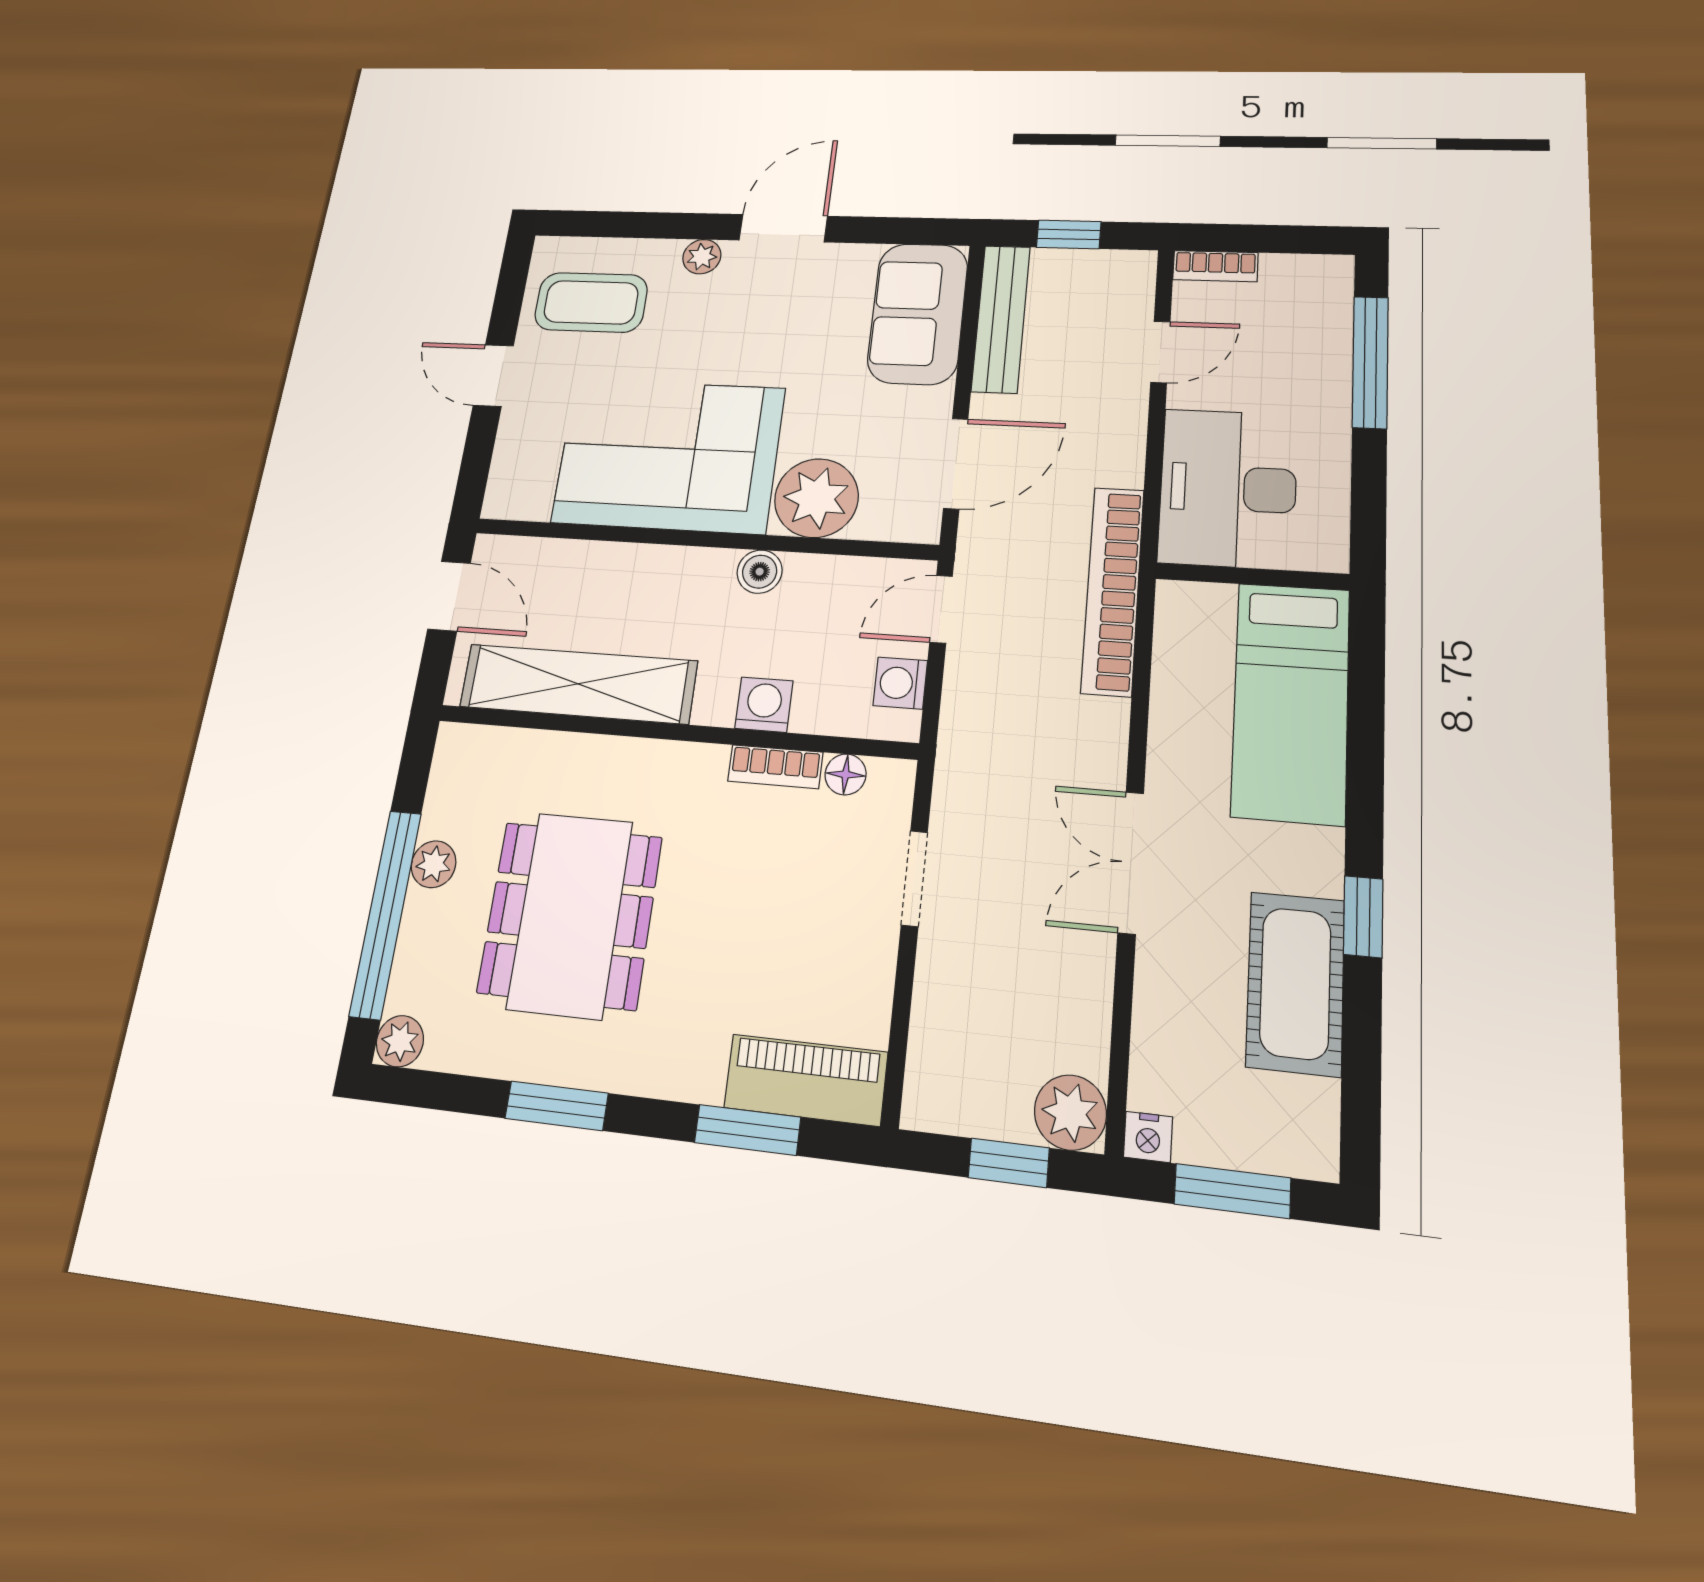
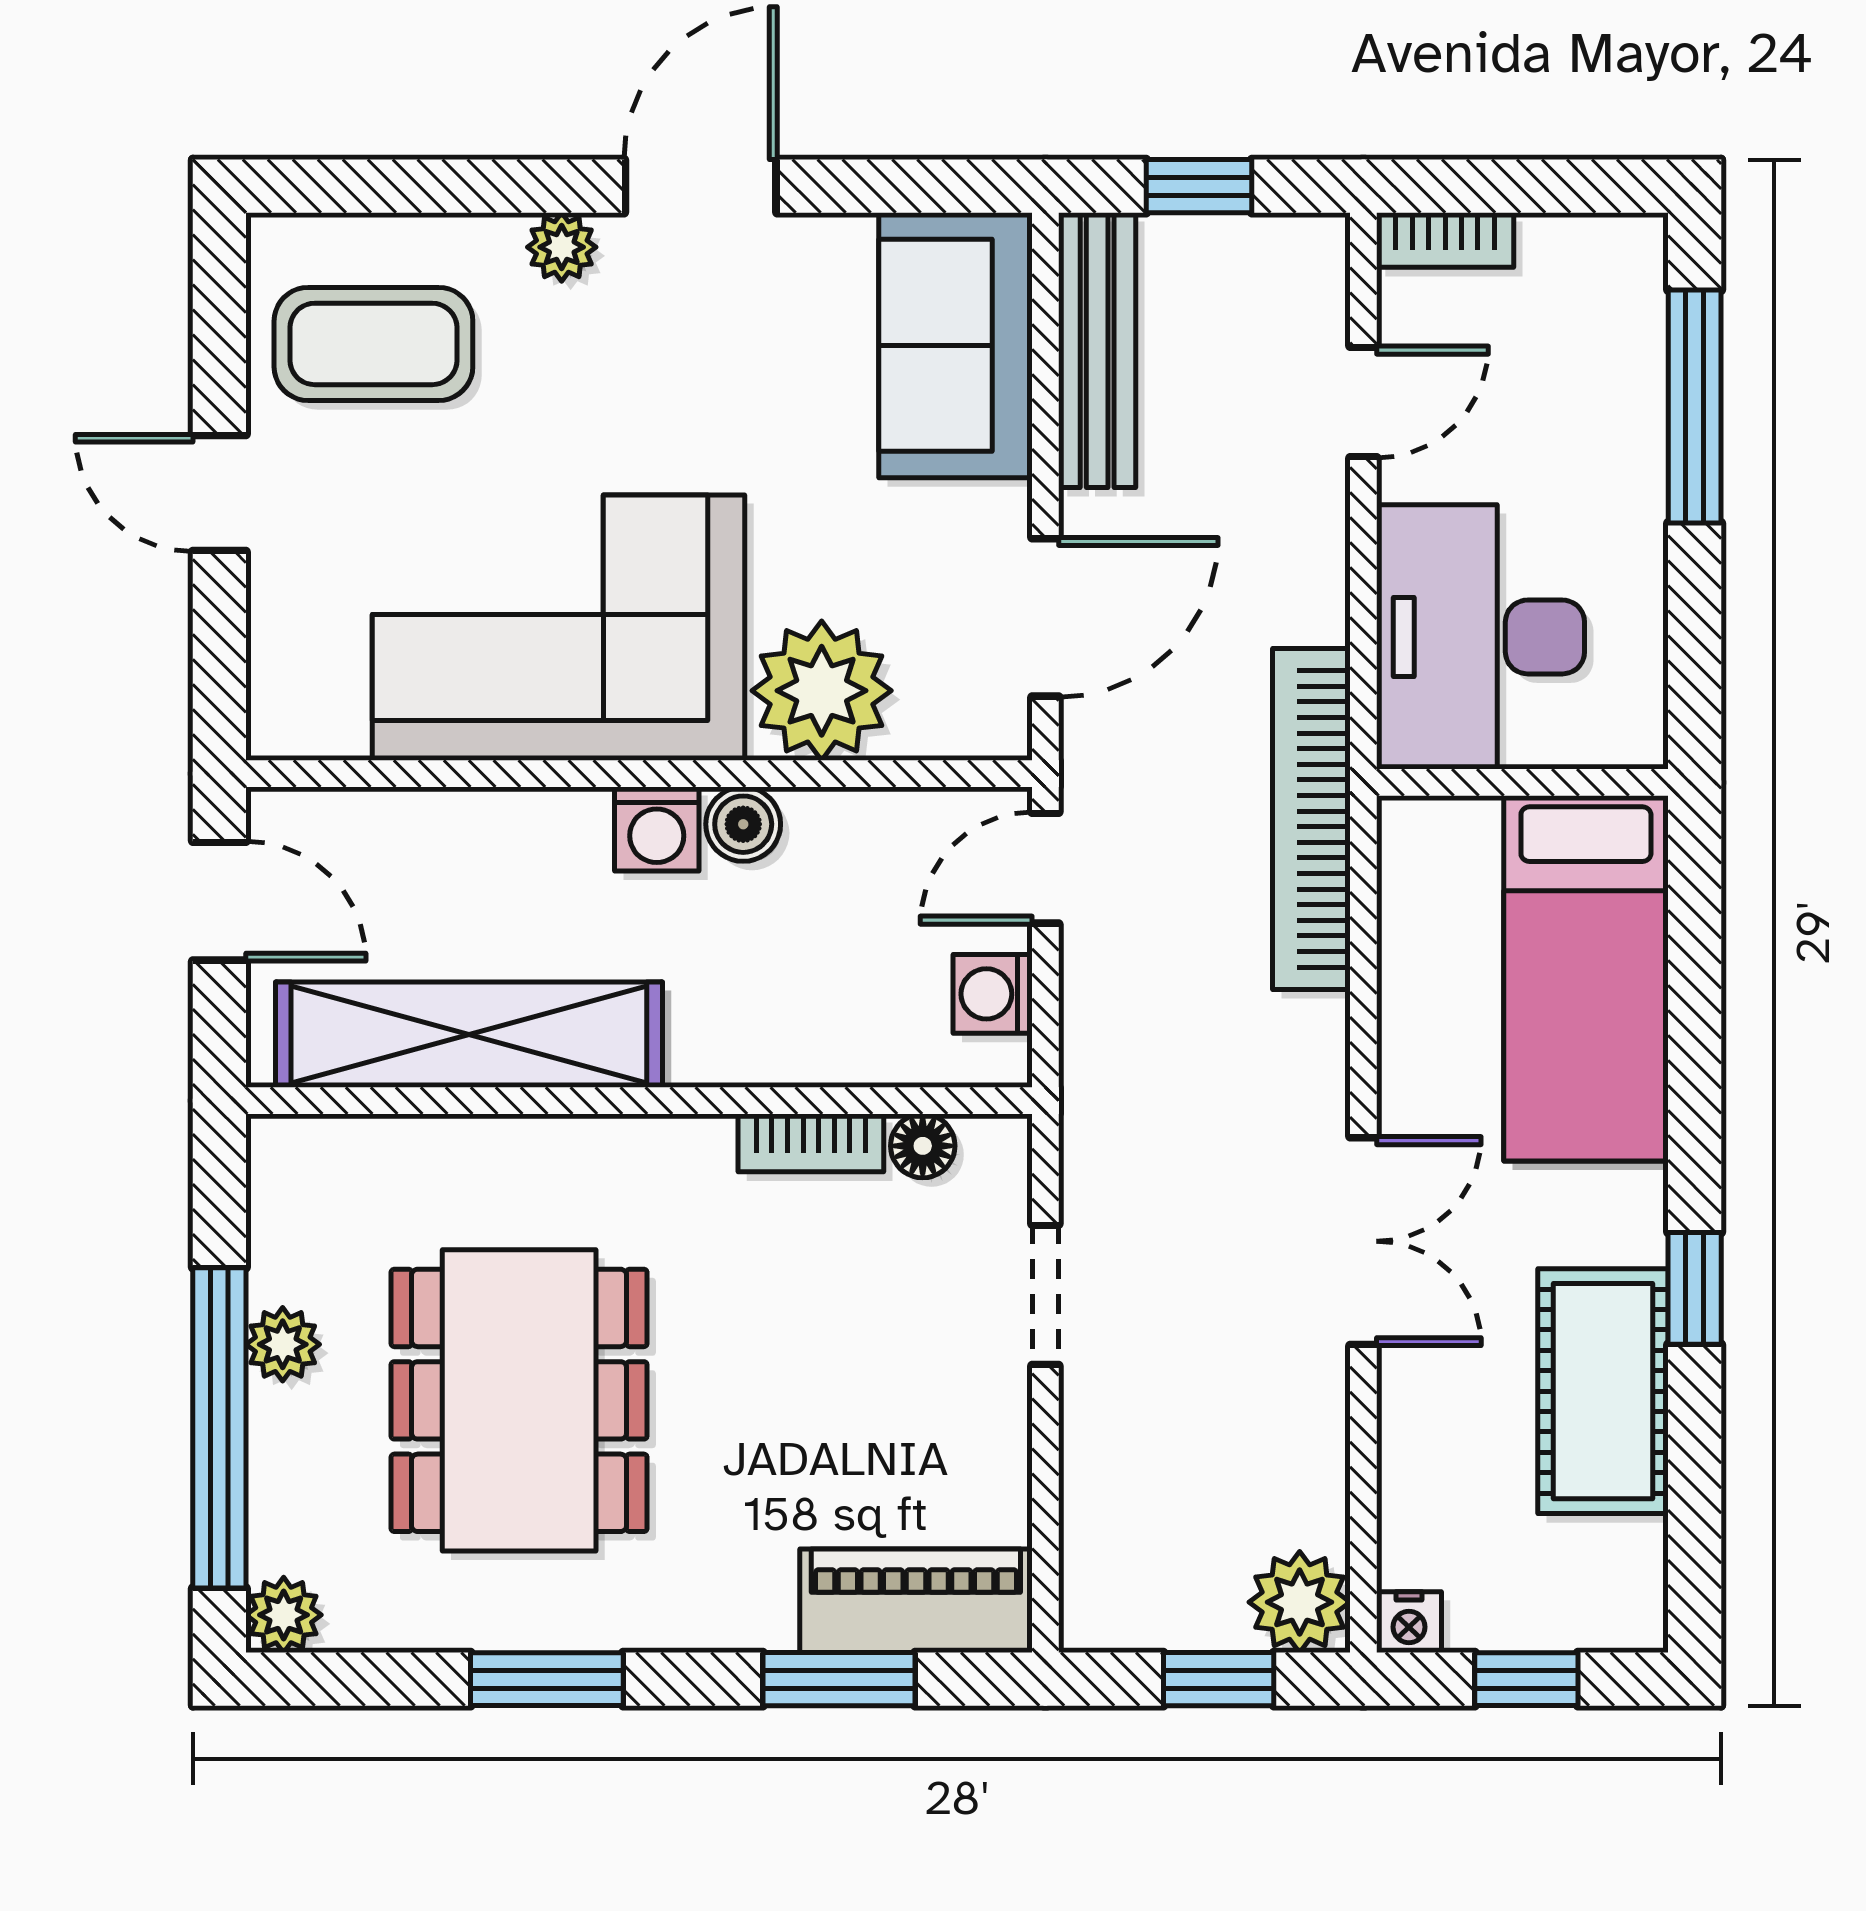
washing machine: (764, 705) -> (657, 829), moved, turned 180
double door: (1131, 862) -> (1363, 1241), swing flipped
window: (1232, 1191) -> (1526, 1679), width x0.67

